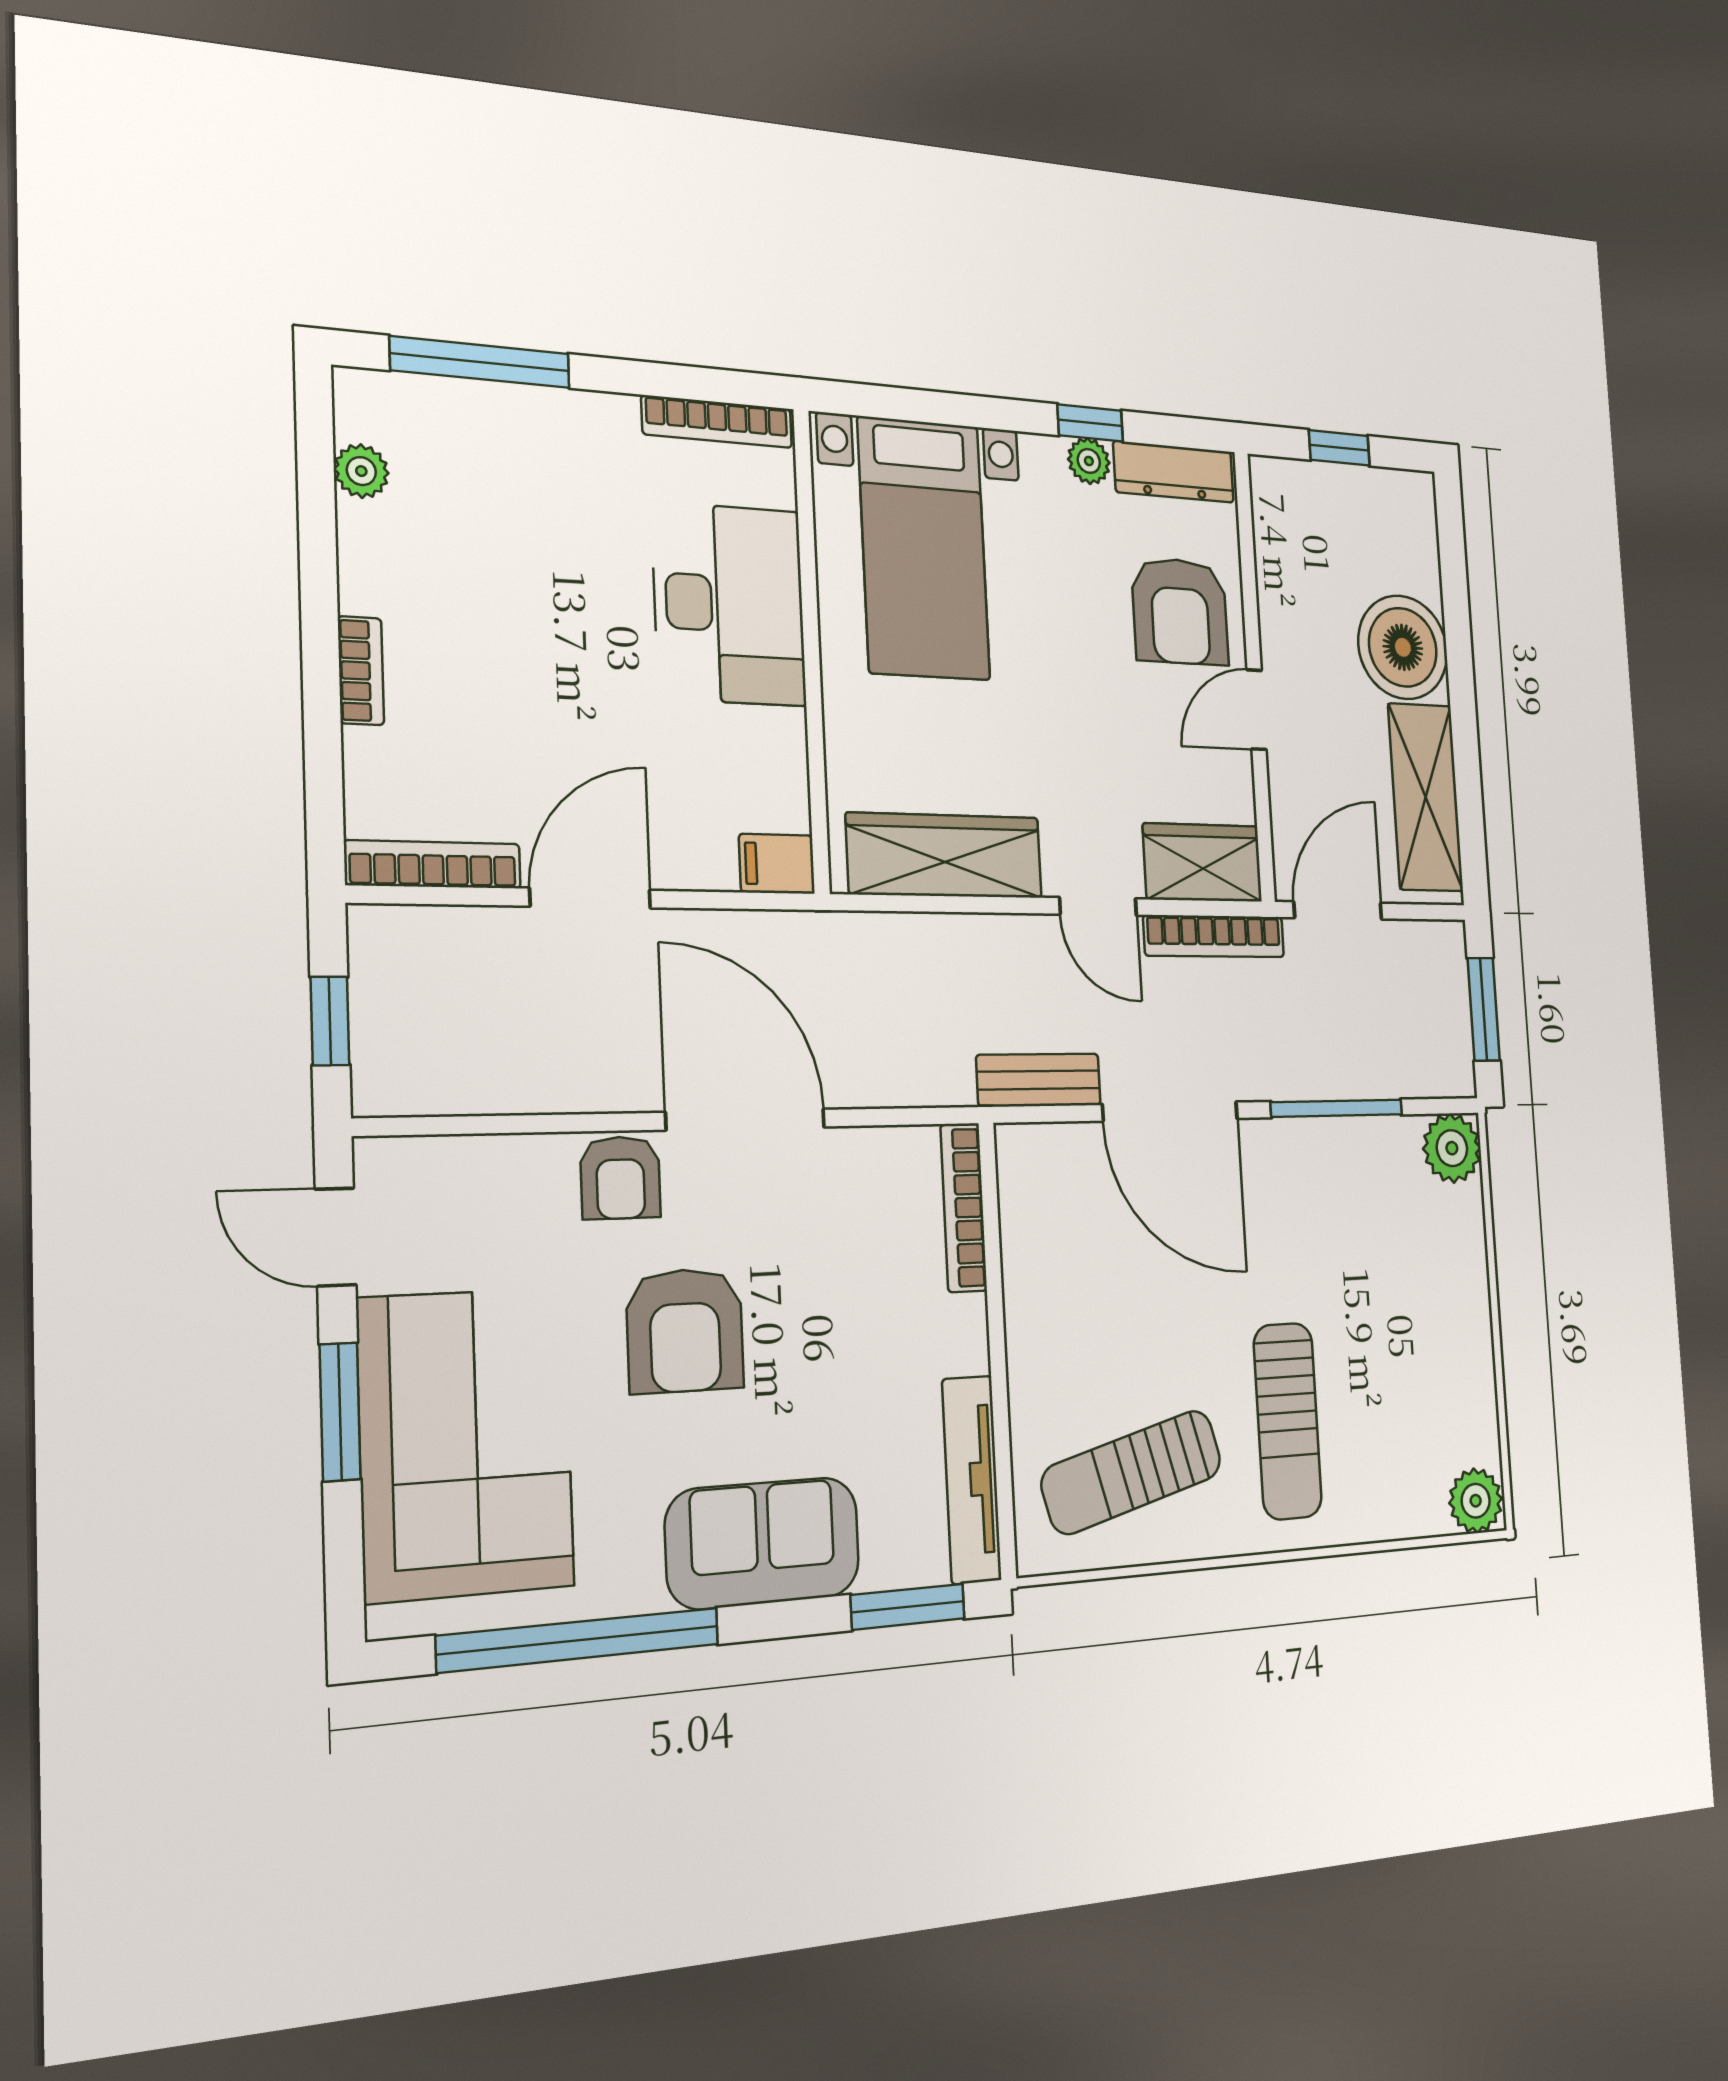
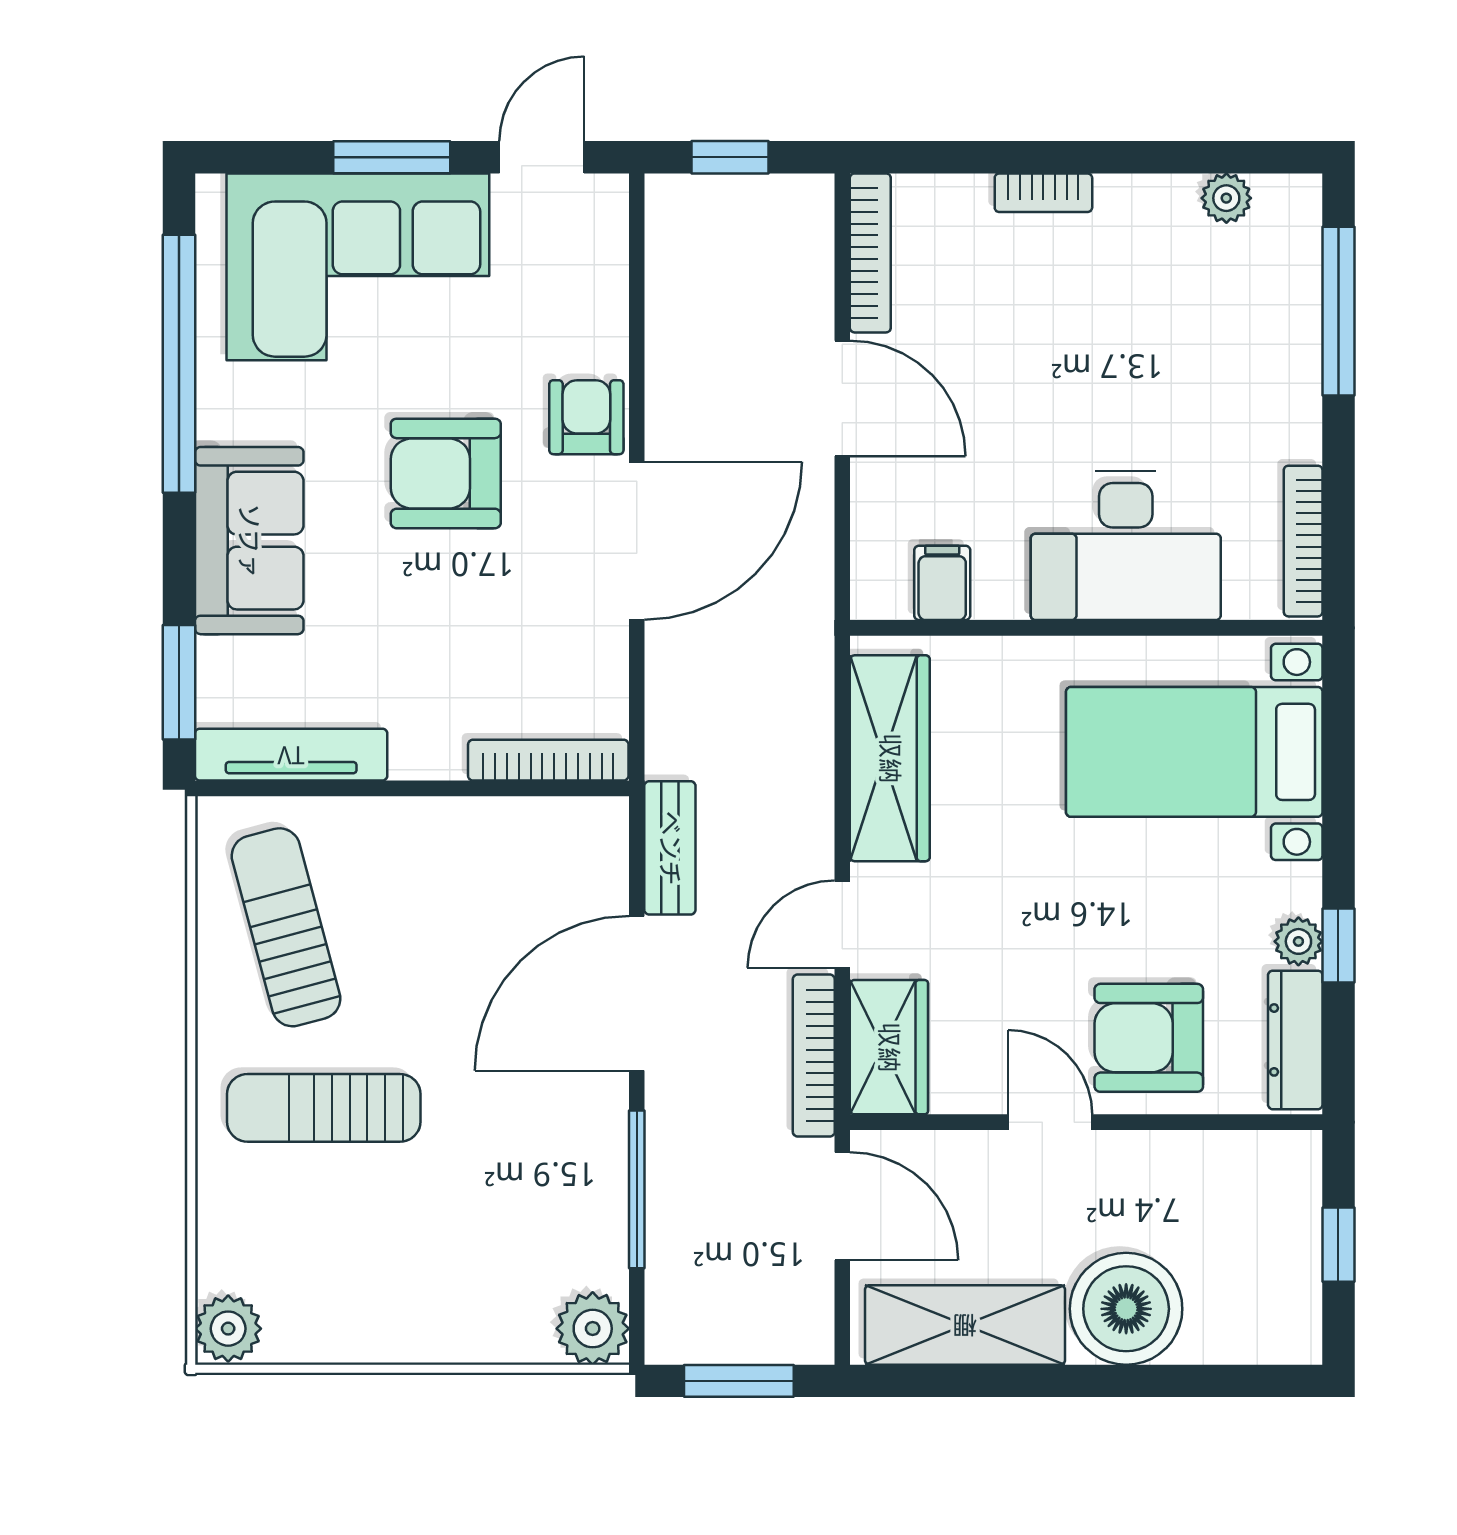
filing cabinet: (777, 864) -> (942, 583), moved
armchair: (620, 1178) -> (586, 417), turned 90

